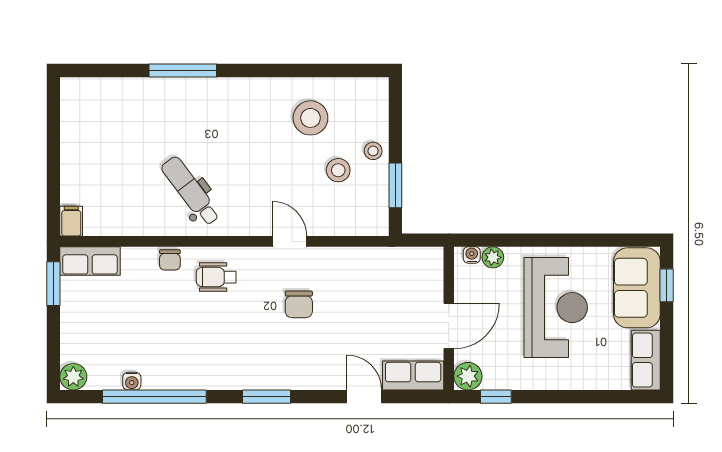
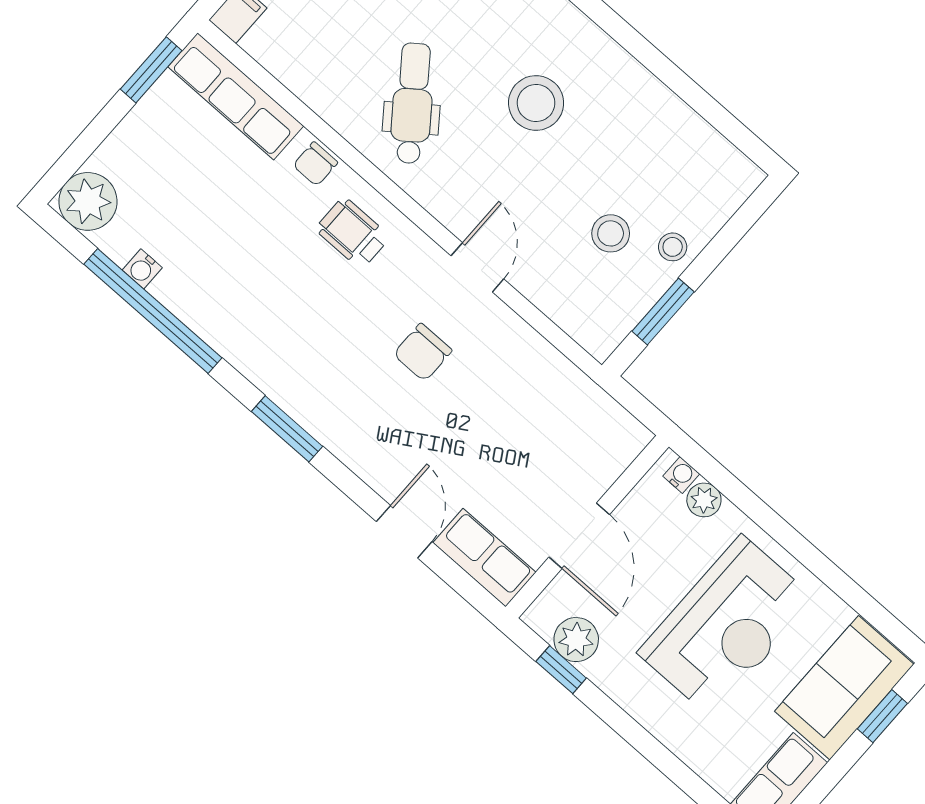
stool: (310, 118) -> (536, 103), moved
row of seats: (90, 261) -> (236, 96), width x1.48
door: (449, 326) -> (579, 536), hinge flipped
plant: (468, 376) -> (576, 640), moved
plant: (73, 377) -> (88, 201), width x1.36, depth x1.36

